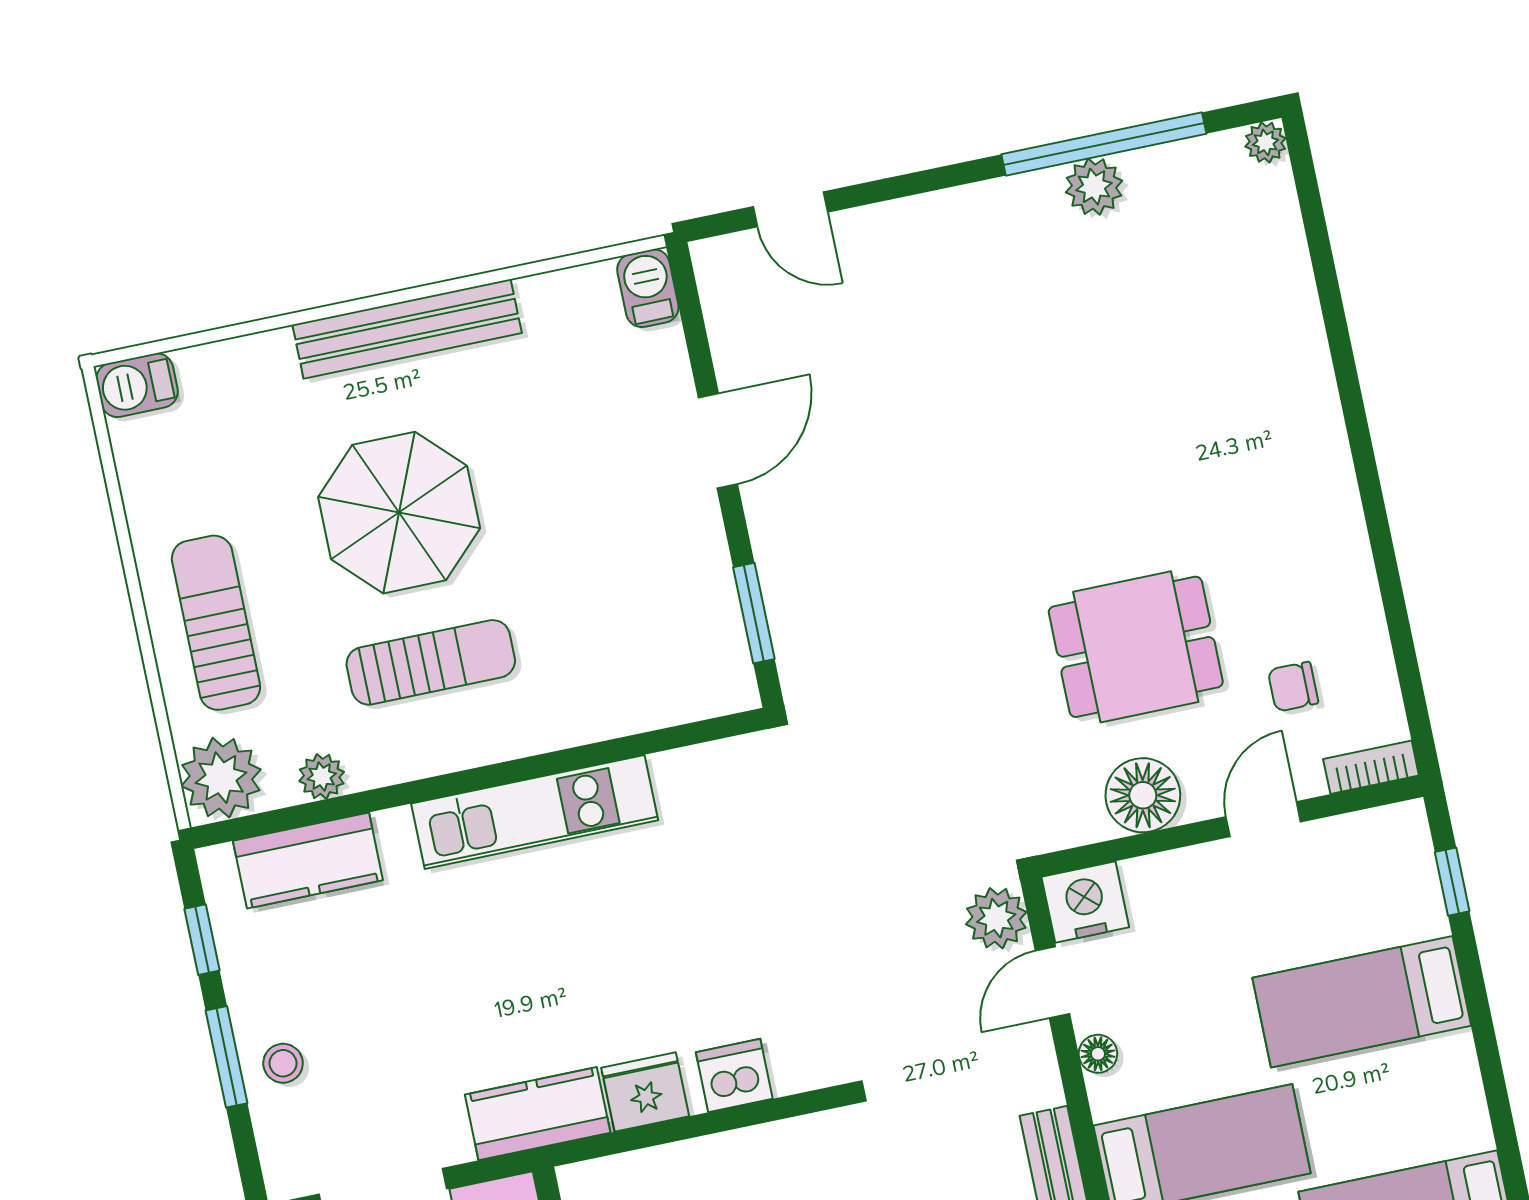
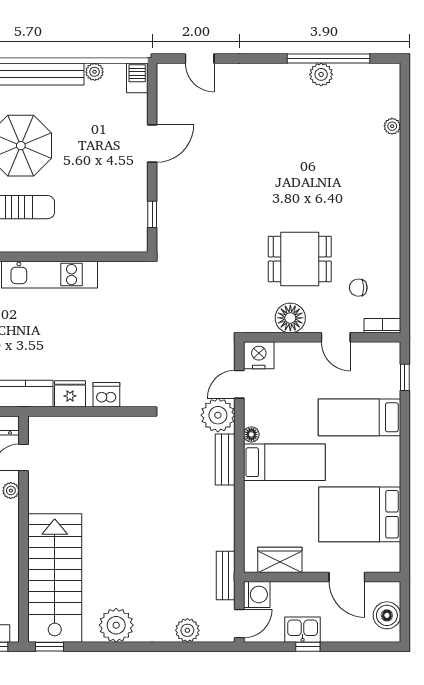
plant: (1265, 142) -> (392, 126), moved
plant: (541, 295) -> (95, 72), added
window: (754, 613) -> (152, 214), width x0.67
door: (1263, 819) -> (336, 337), swing flipped
plant: (996, 918) -> (218, 415), moved, width x1.36, depth x1.36
floor lamp: (1098, 1054) -> (251, 434), moved

